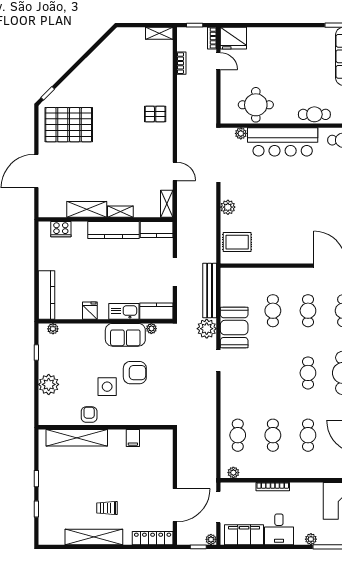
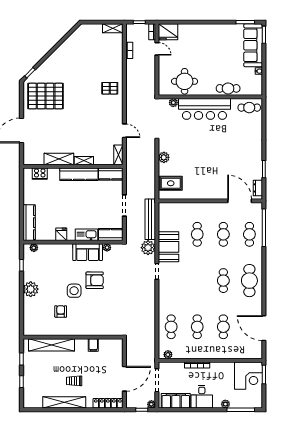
wall: (106, 427) -> (73, 337), moved
shelving: (77, 438) -> (52, 345), moved
filing cabinet: (133, 438) -> (93, 345), moved

